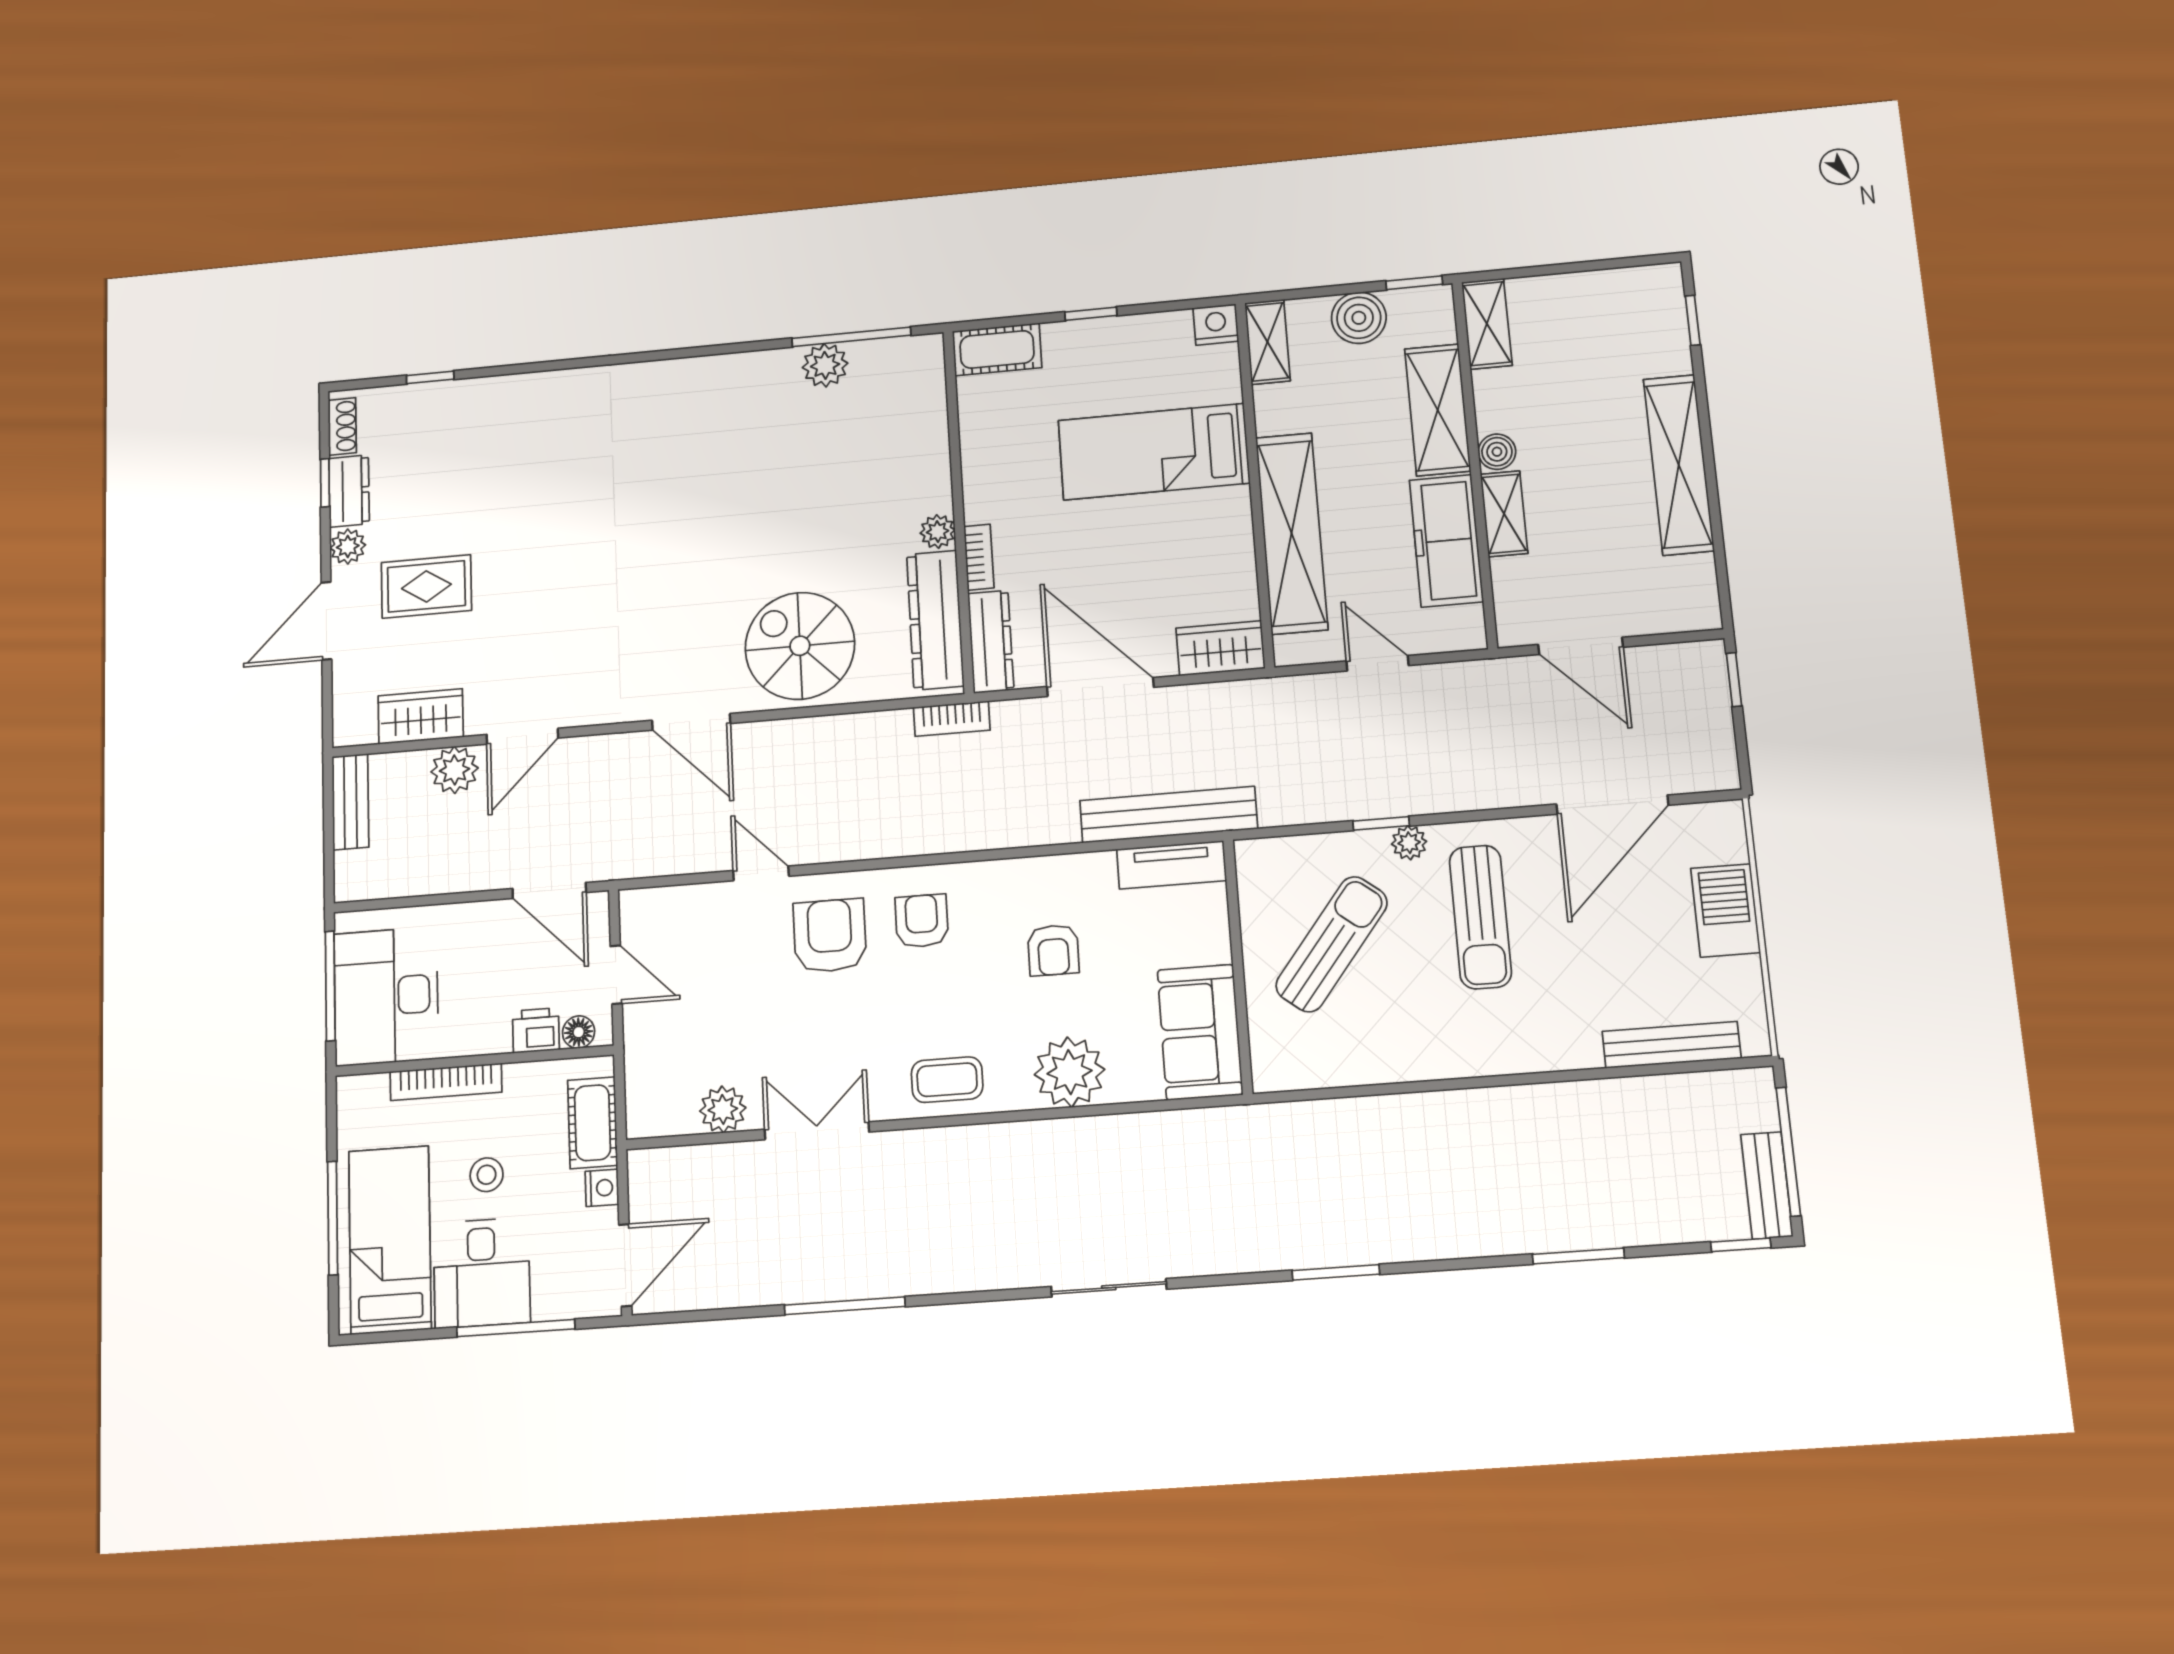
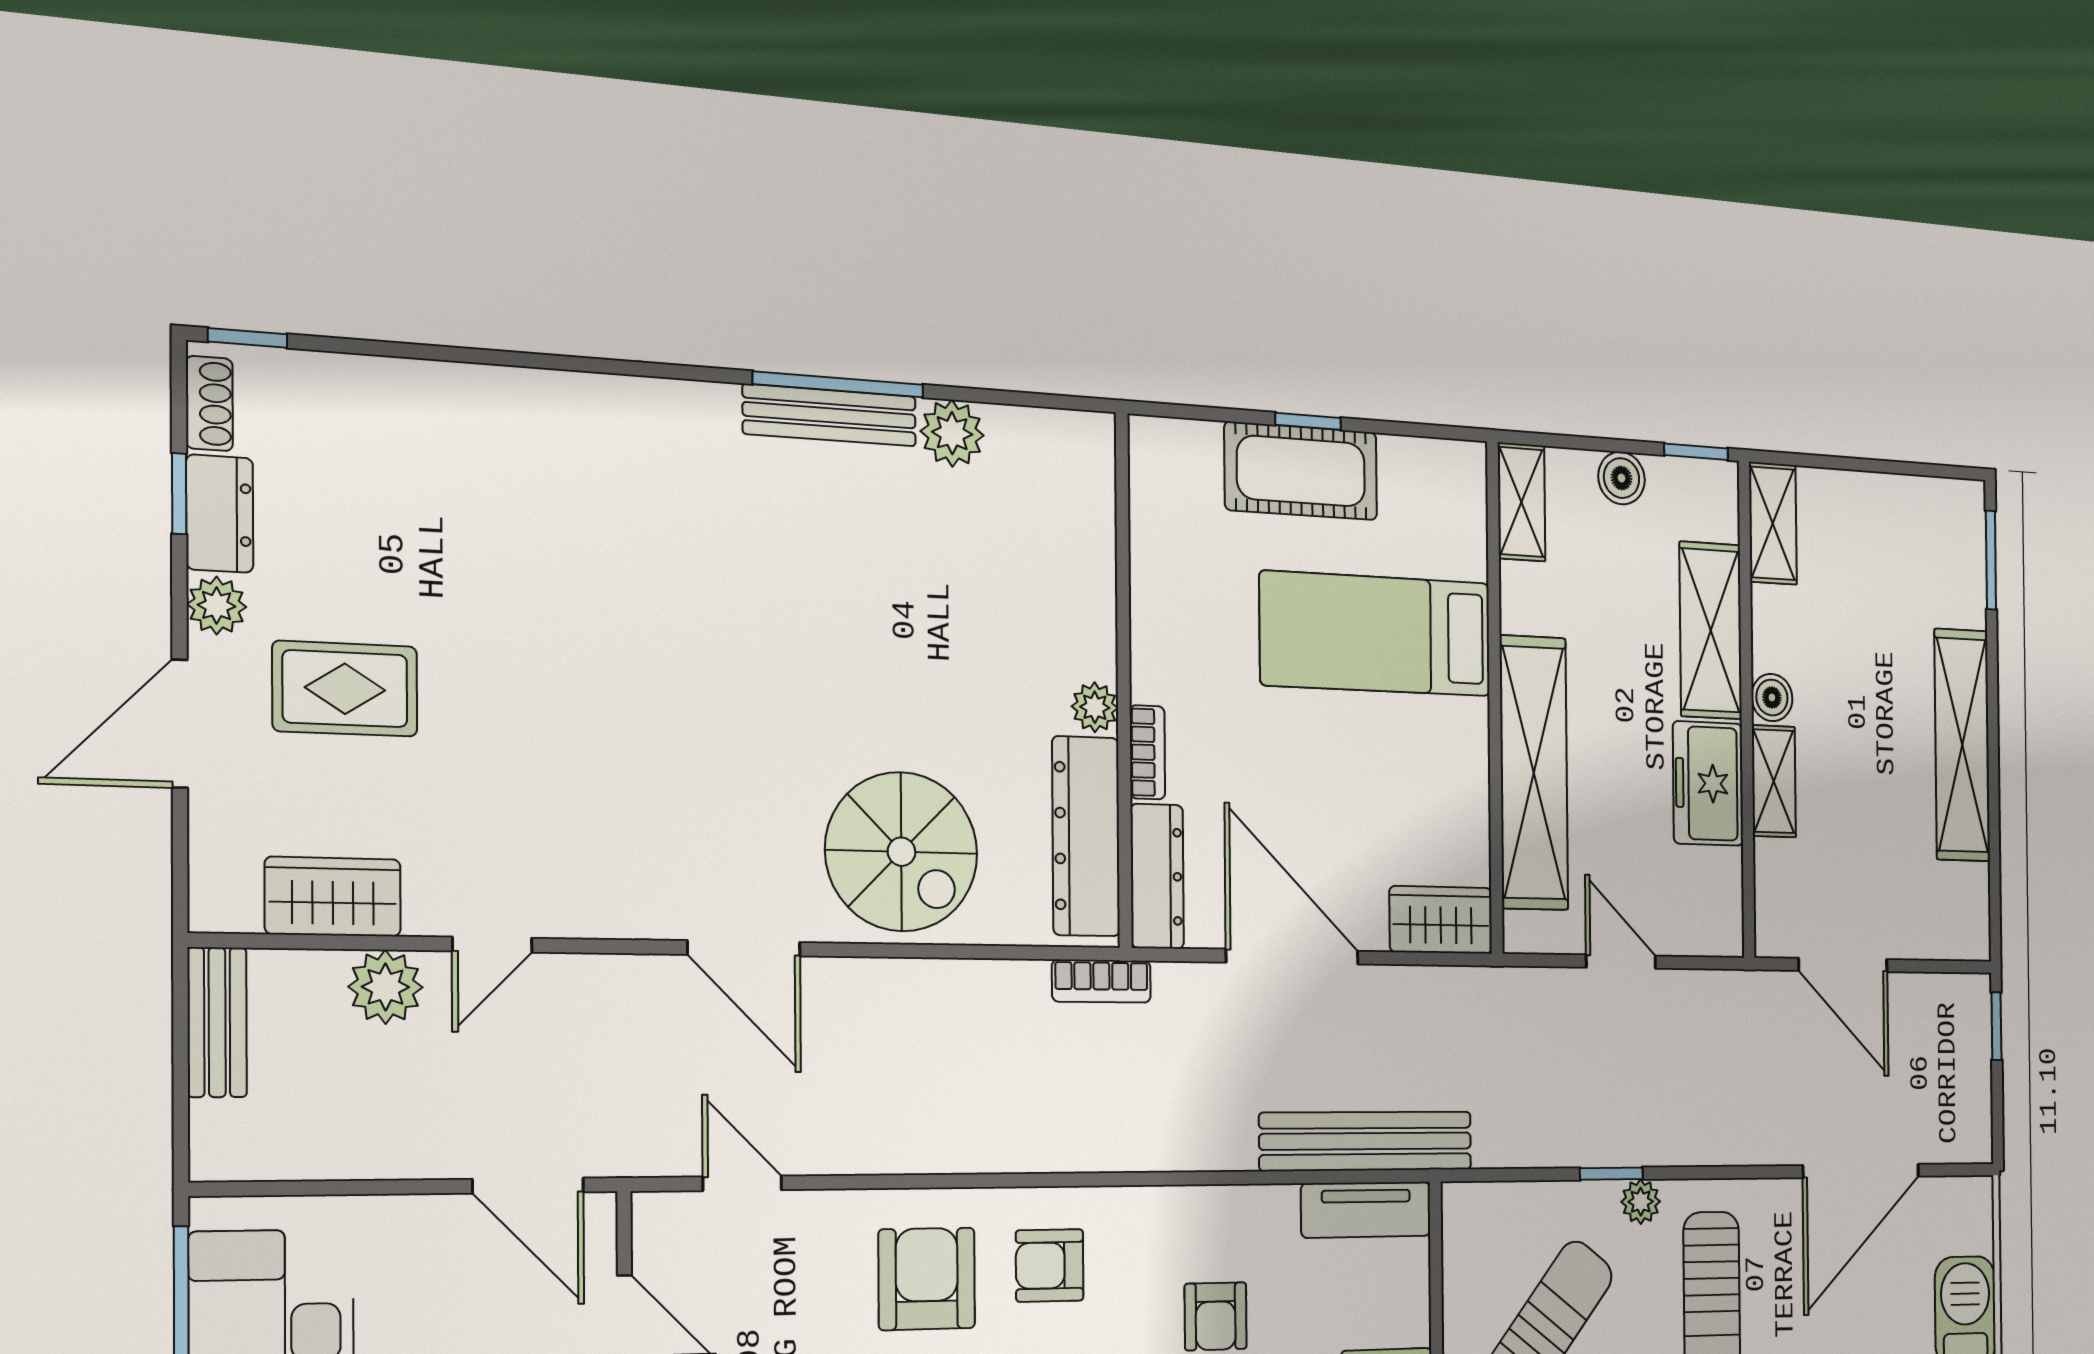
boiler: (1359, 318) -> (1621, 478), width x0.73, depth x0.73
window: (1693, 320) -> (1991, 560), width x1.50
nightstand: (1216, 325) -> (1461, 466), removed
window: (851, 337) -> (838, 384), moved
cot: (997, 349) -> (1301, 471), moved, width x1.37, depth x1.34
bench: (739, 368) -> (830, 415), added
window: (430, 377) -> (248, 338), moved
freezer: (1446, 541) -> (1708, 783), width x0.71
spiral stairs: (800, 646) -> (901, 852), turned 180
door: (522, 736) -> (492, 945), width x0.73
door: (761, 873) -> (742, 1183), moved
armchair: (922, 921) -> (1050, 1265), turned -90

